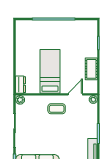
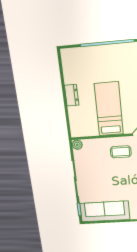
dresser: (20, 85) -> (72, 95), moved

